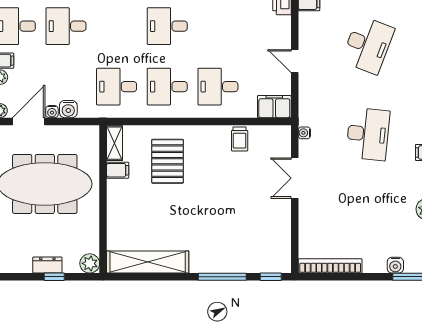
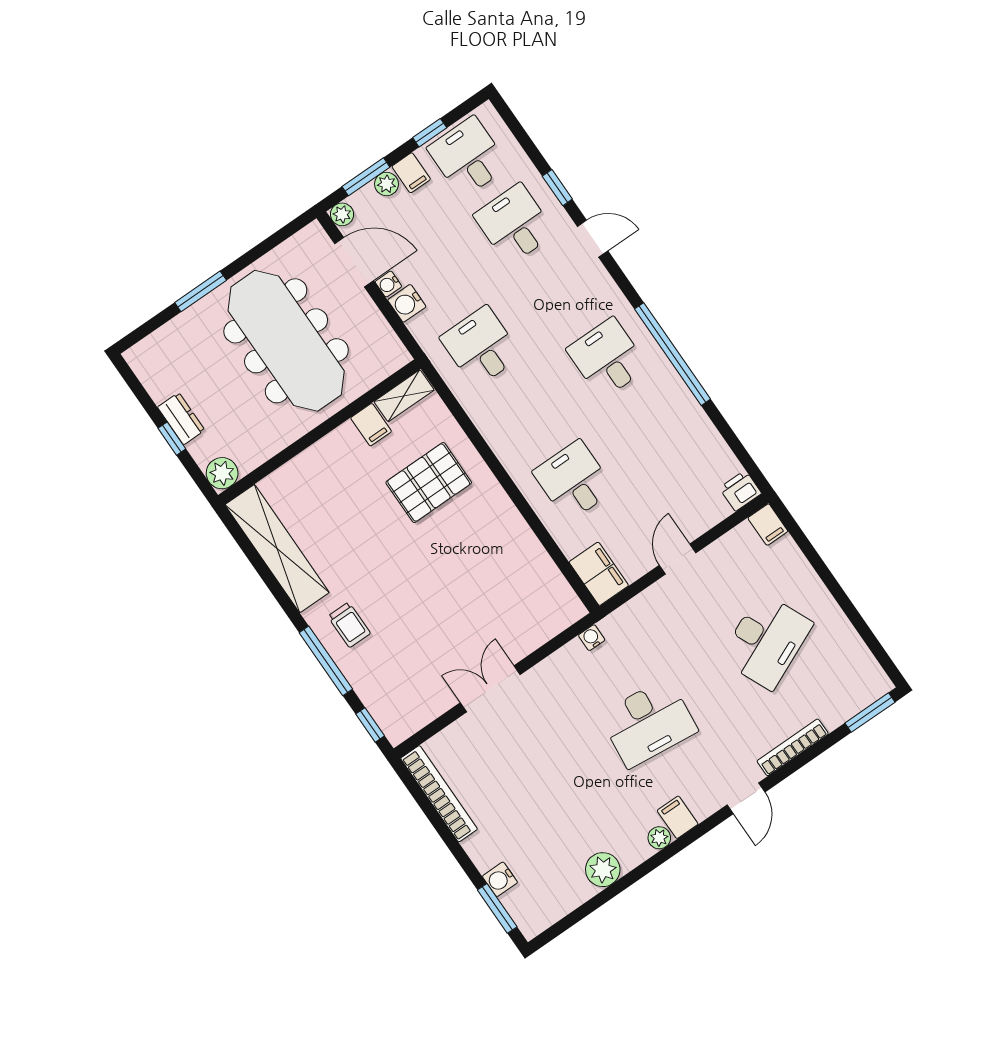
desk: (368, 45) -> (766, 641), turned -45
desk: (167, 87) -> (527, 414), removed
trolley: (240, 139) -> (349, 625), moved, turned -90
double door: (295, 178) -> (490, 689), moved

